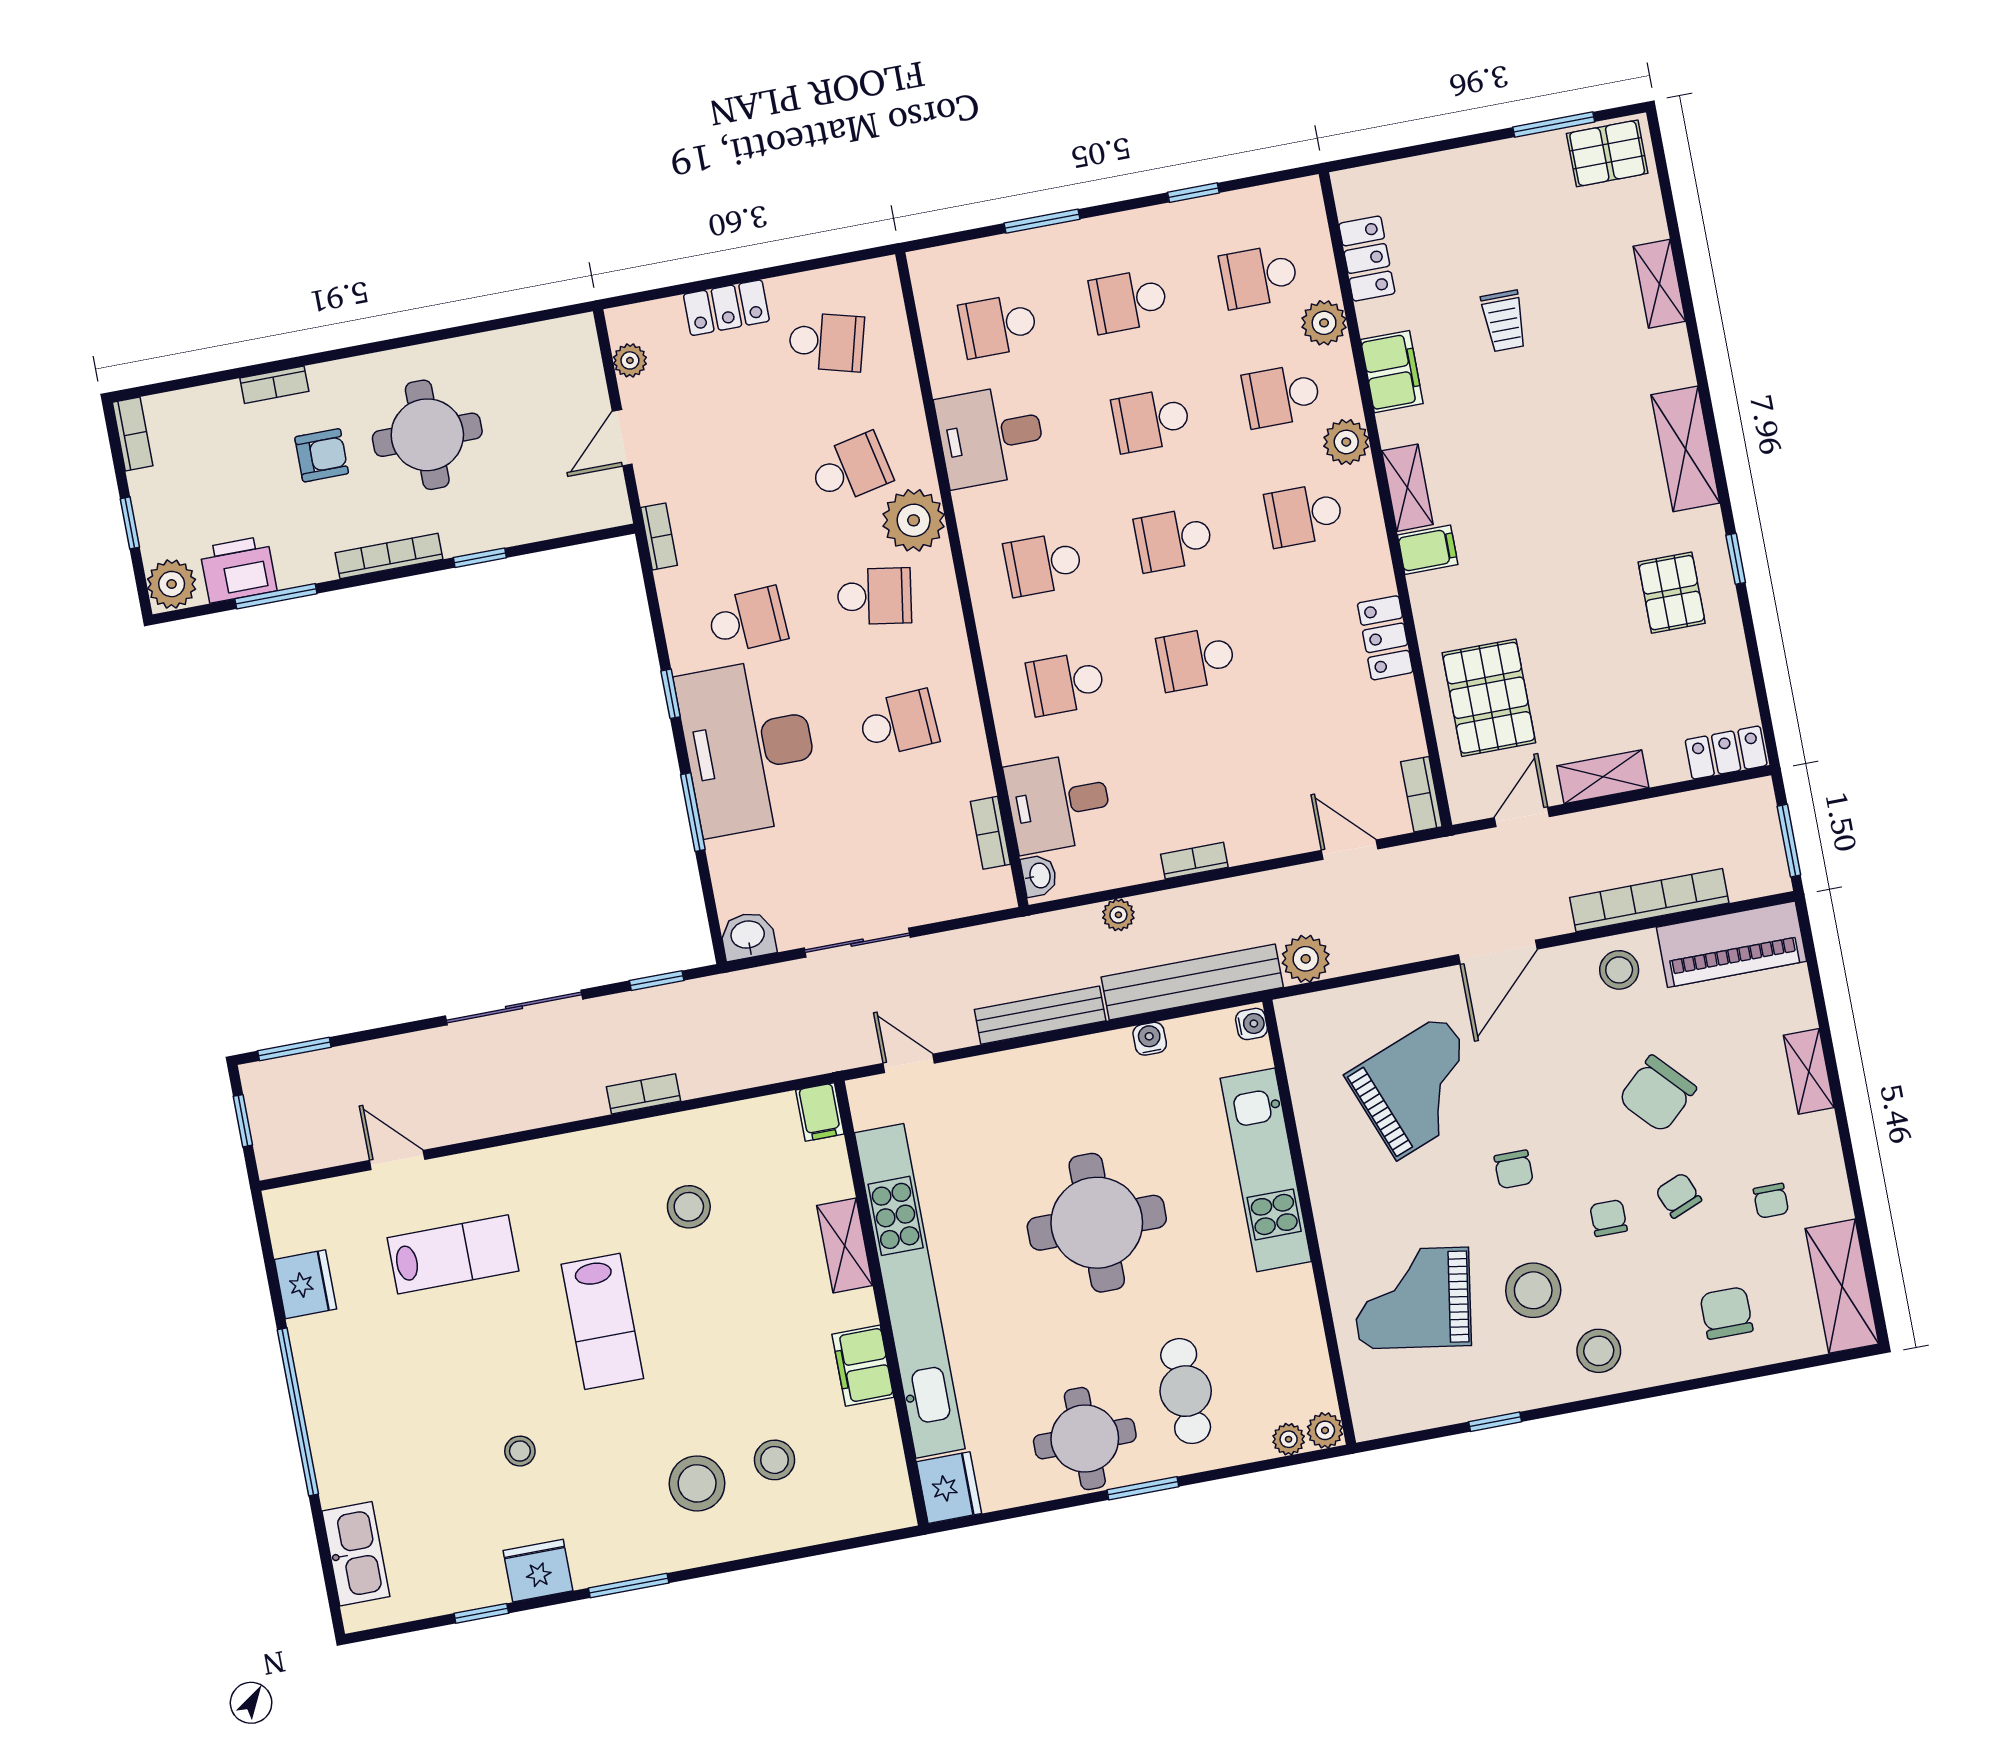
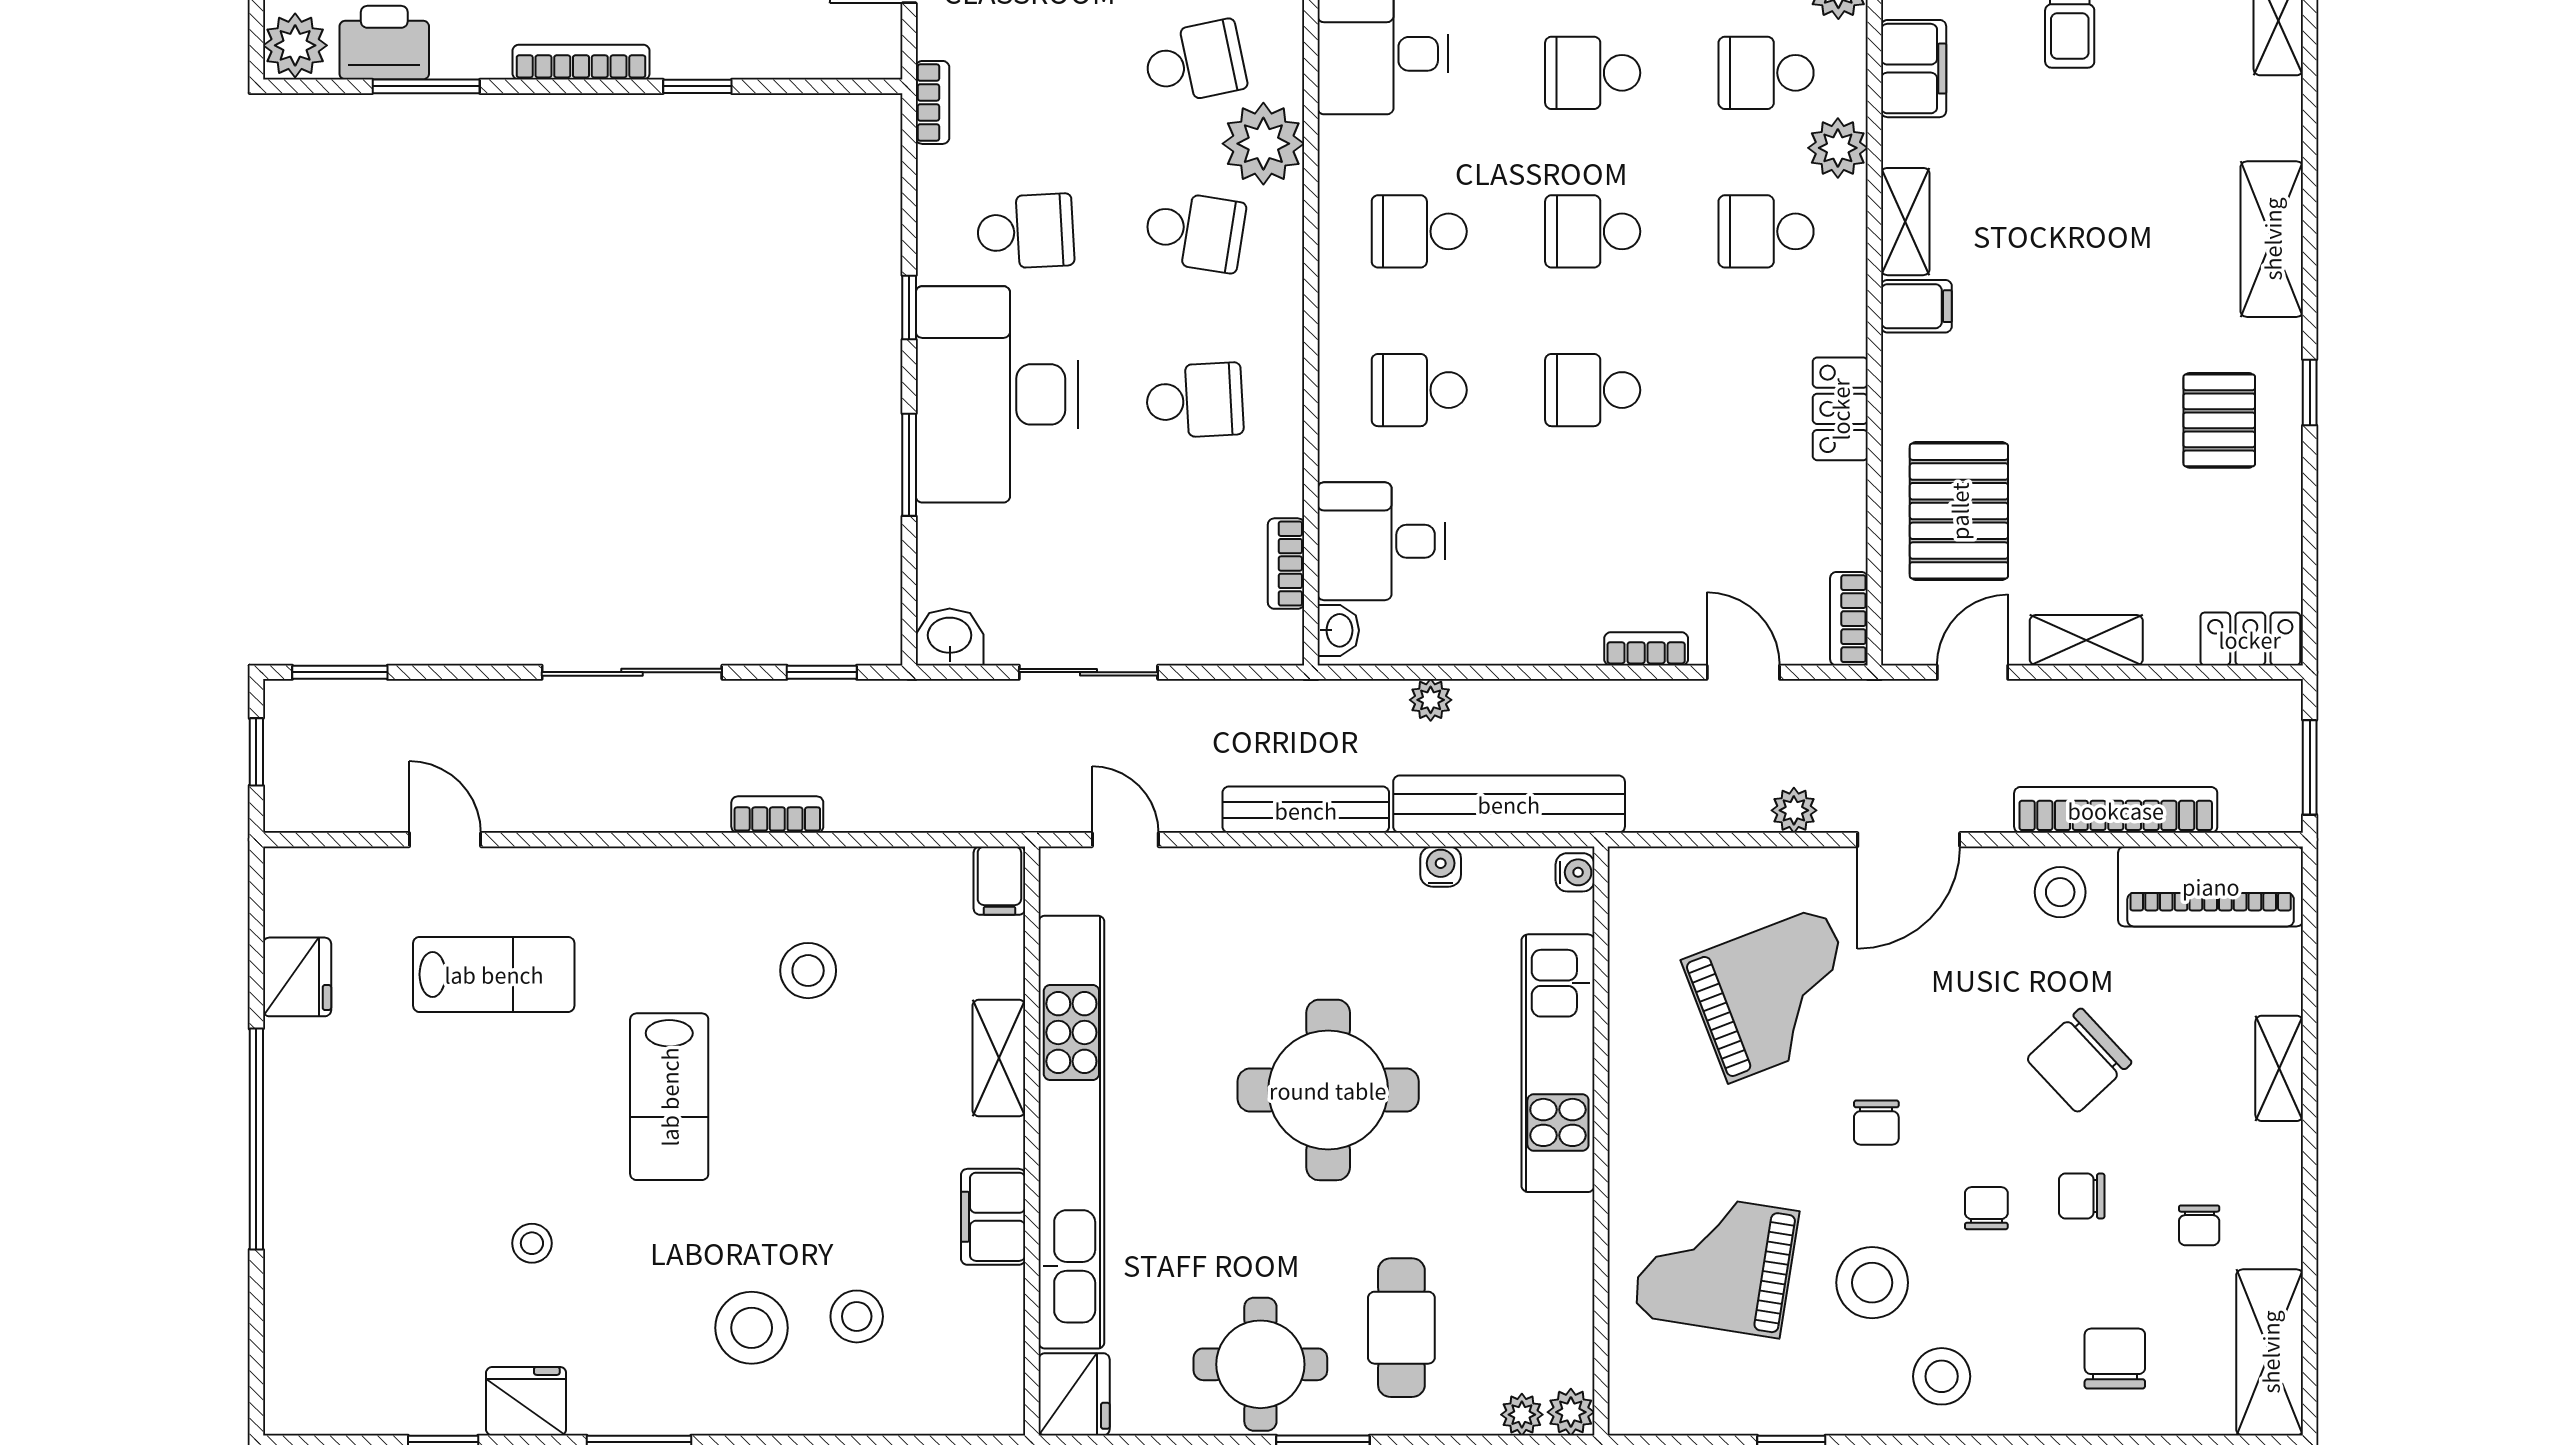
bookcase: (1194, 861) -> (1646, 649), moved
plant: (1306, 959) -> (1794, 810), moved, width x0.73, depth x0.73
chair: (1679, 1195) -> (2082, 1196), turned -68
kitchen sink: (356, 1554) -> (296, 1335), removed

